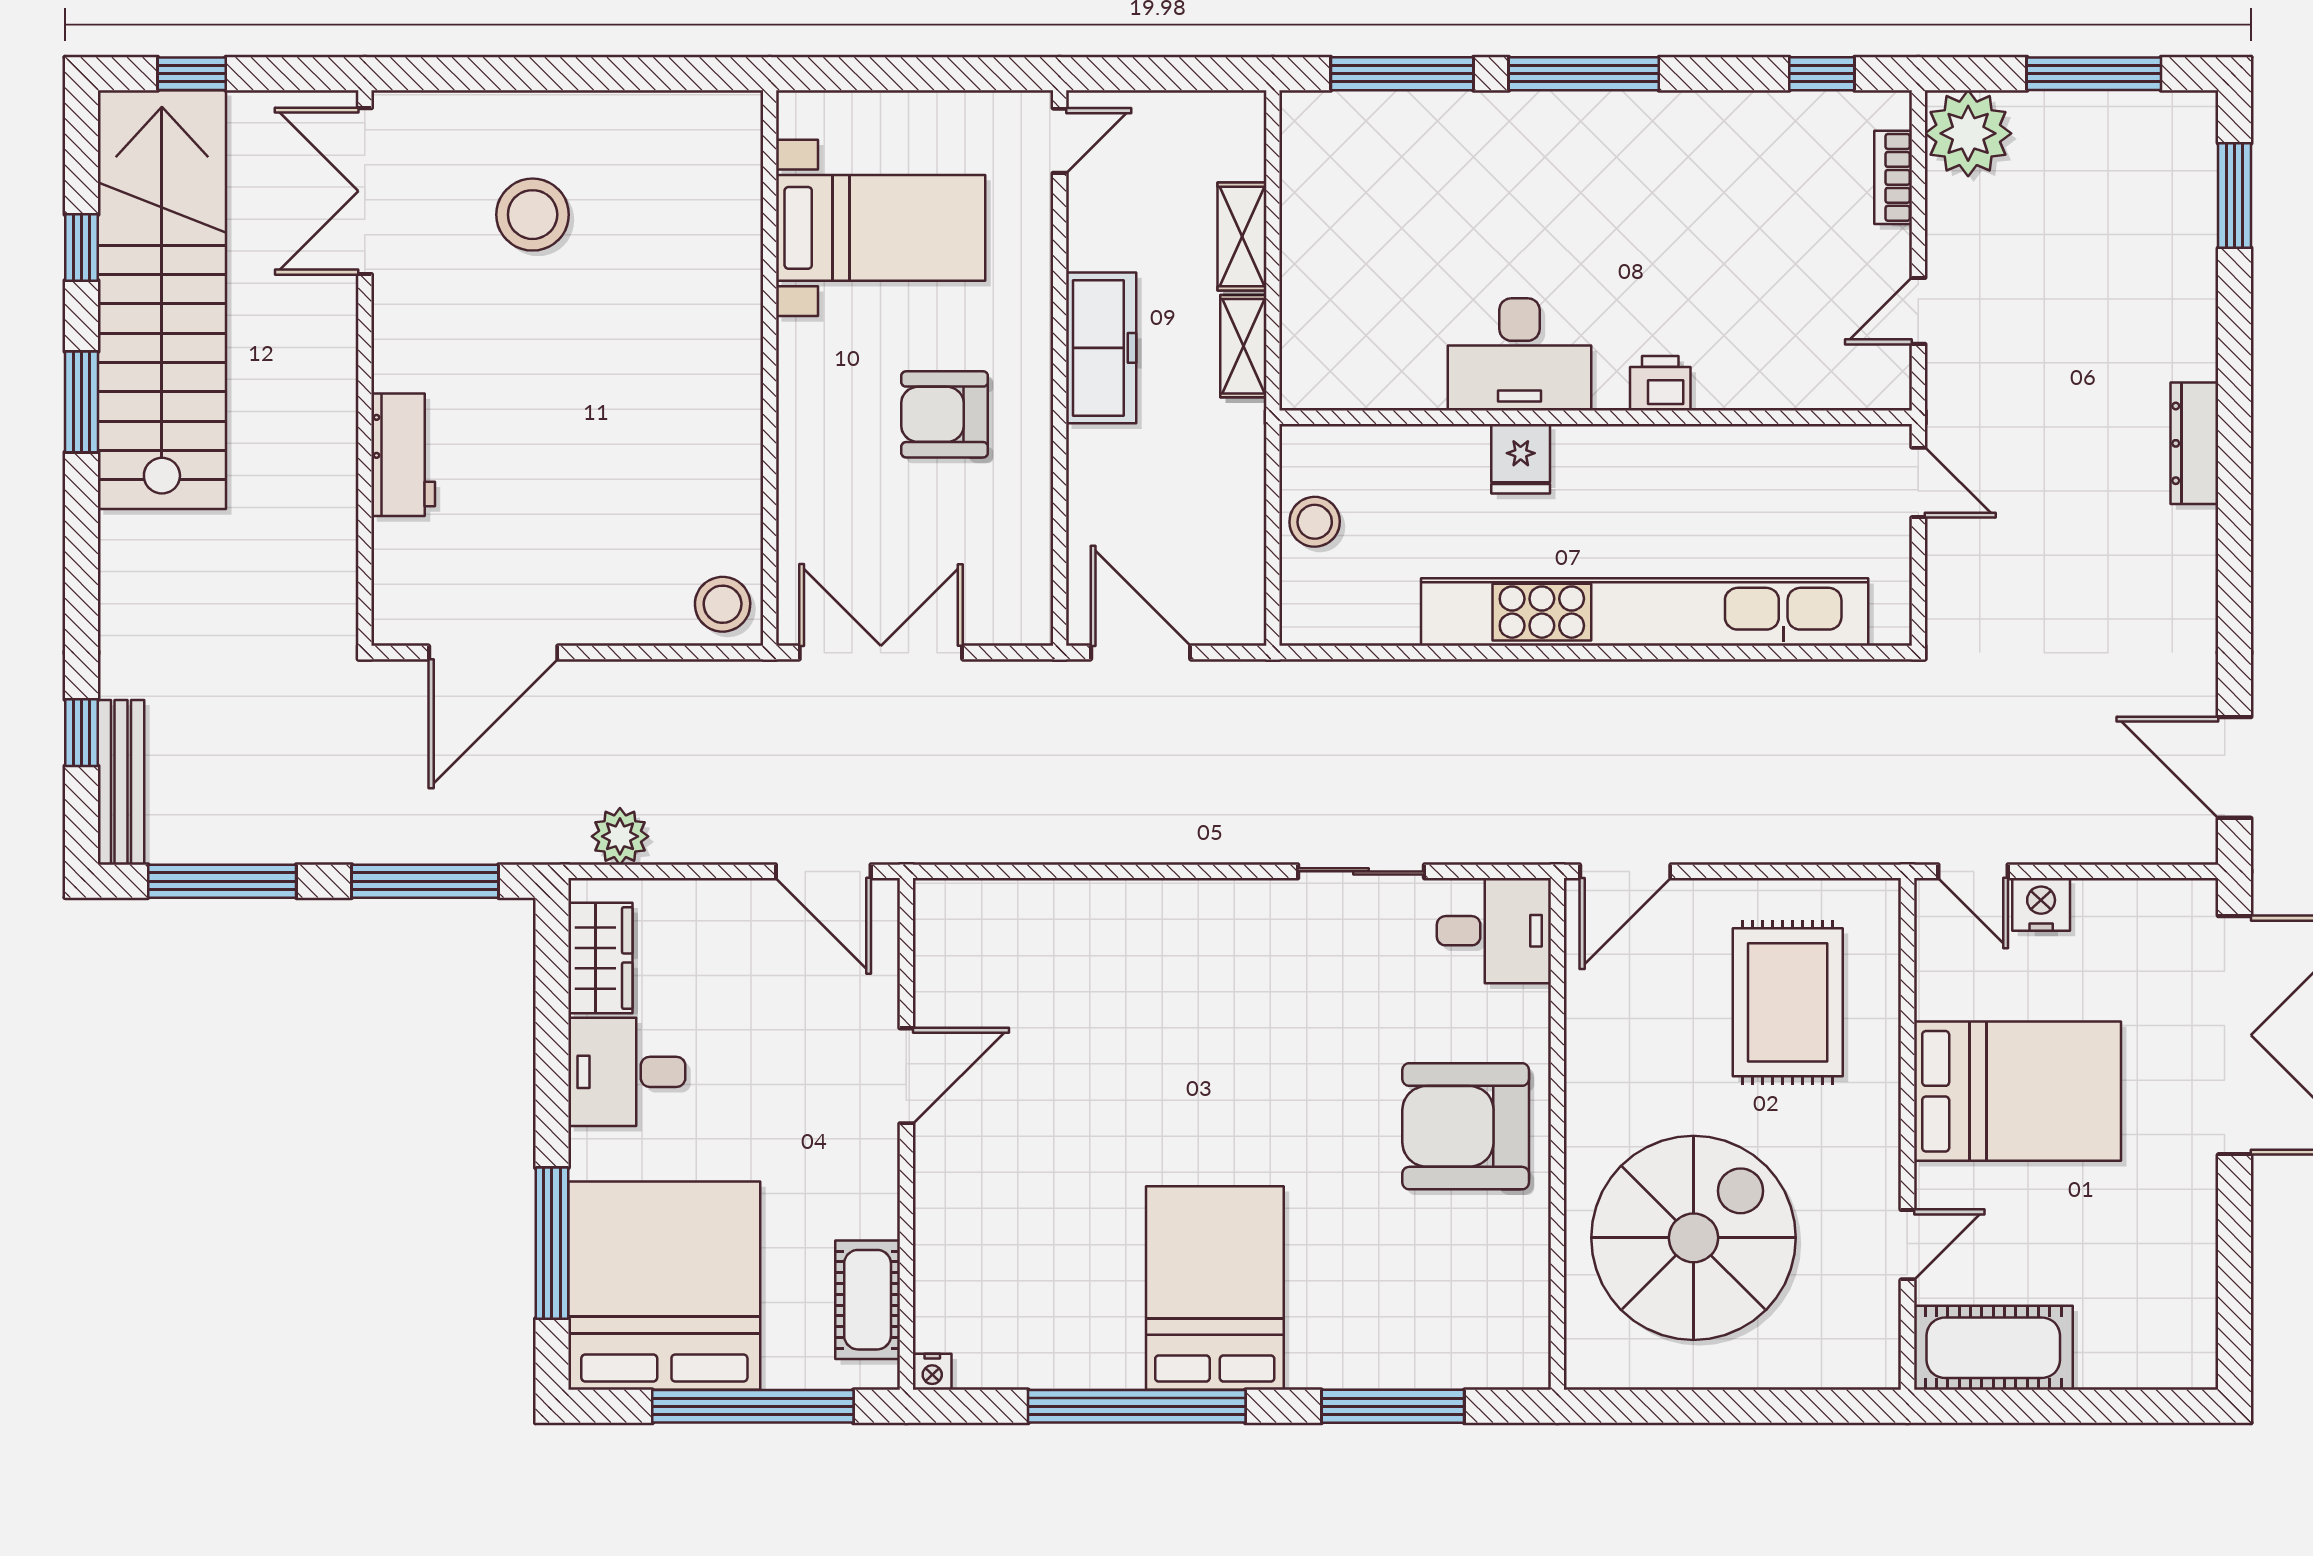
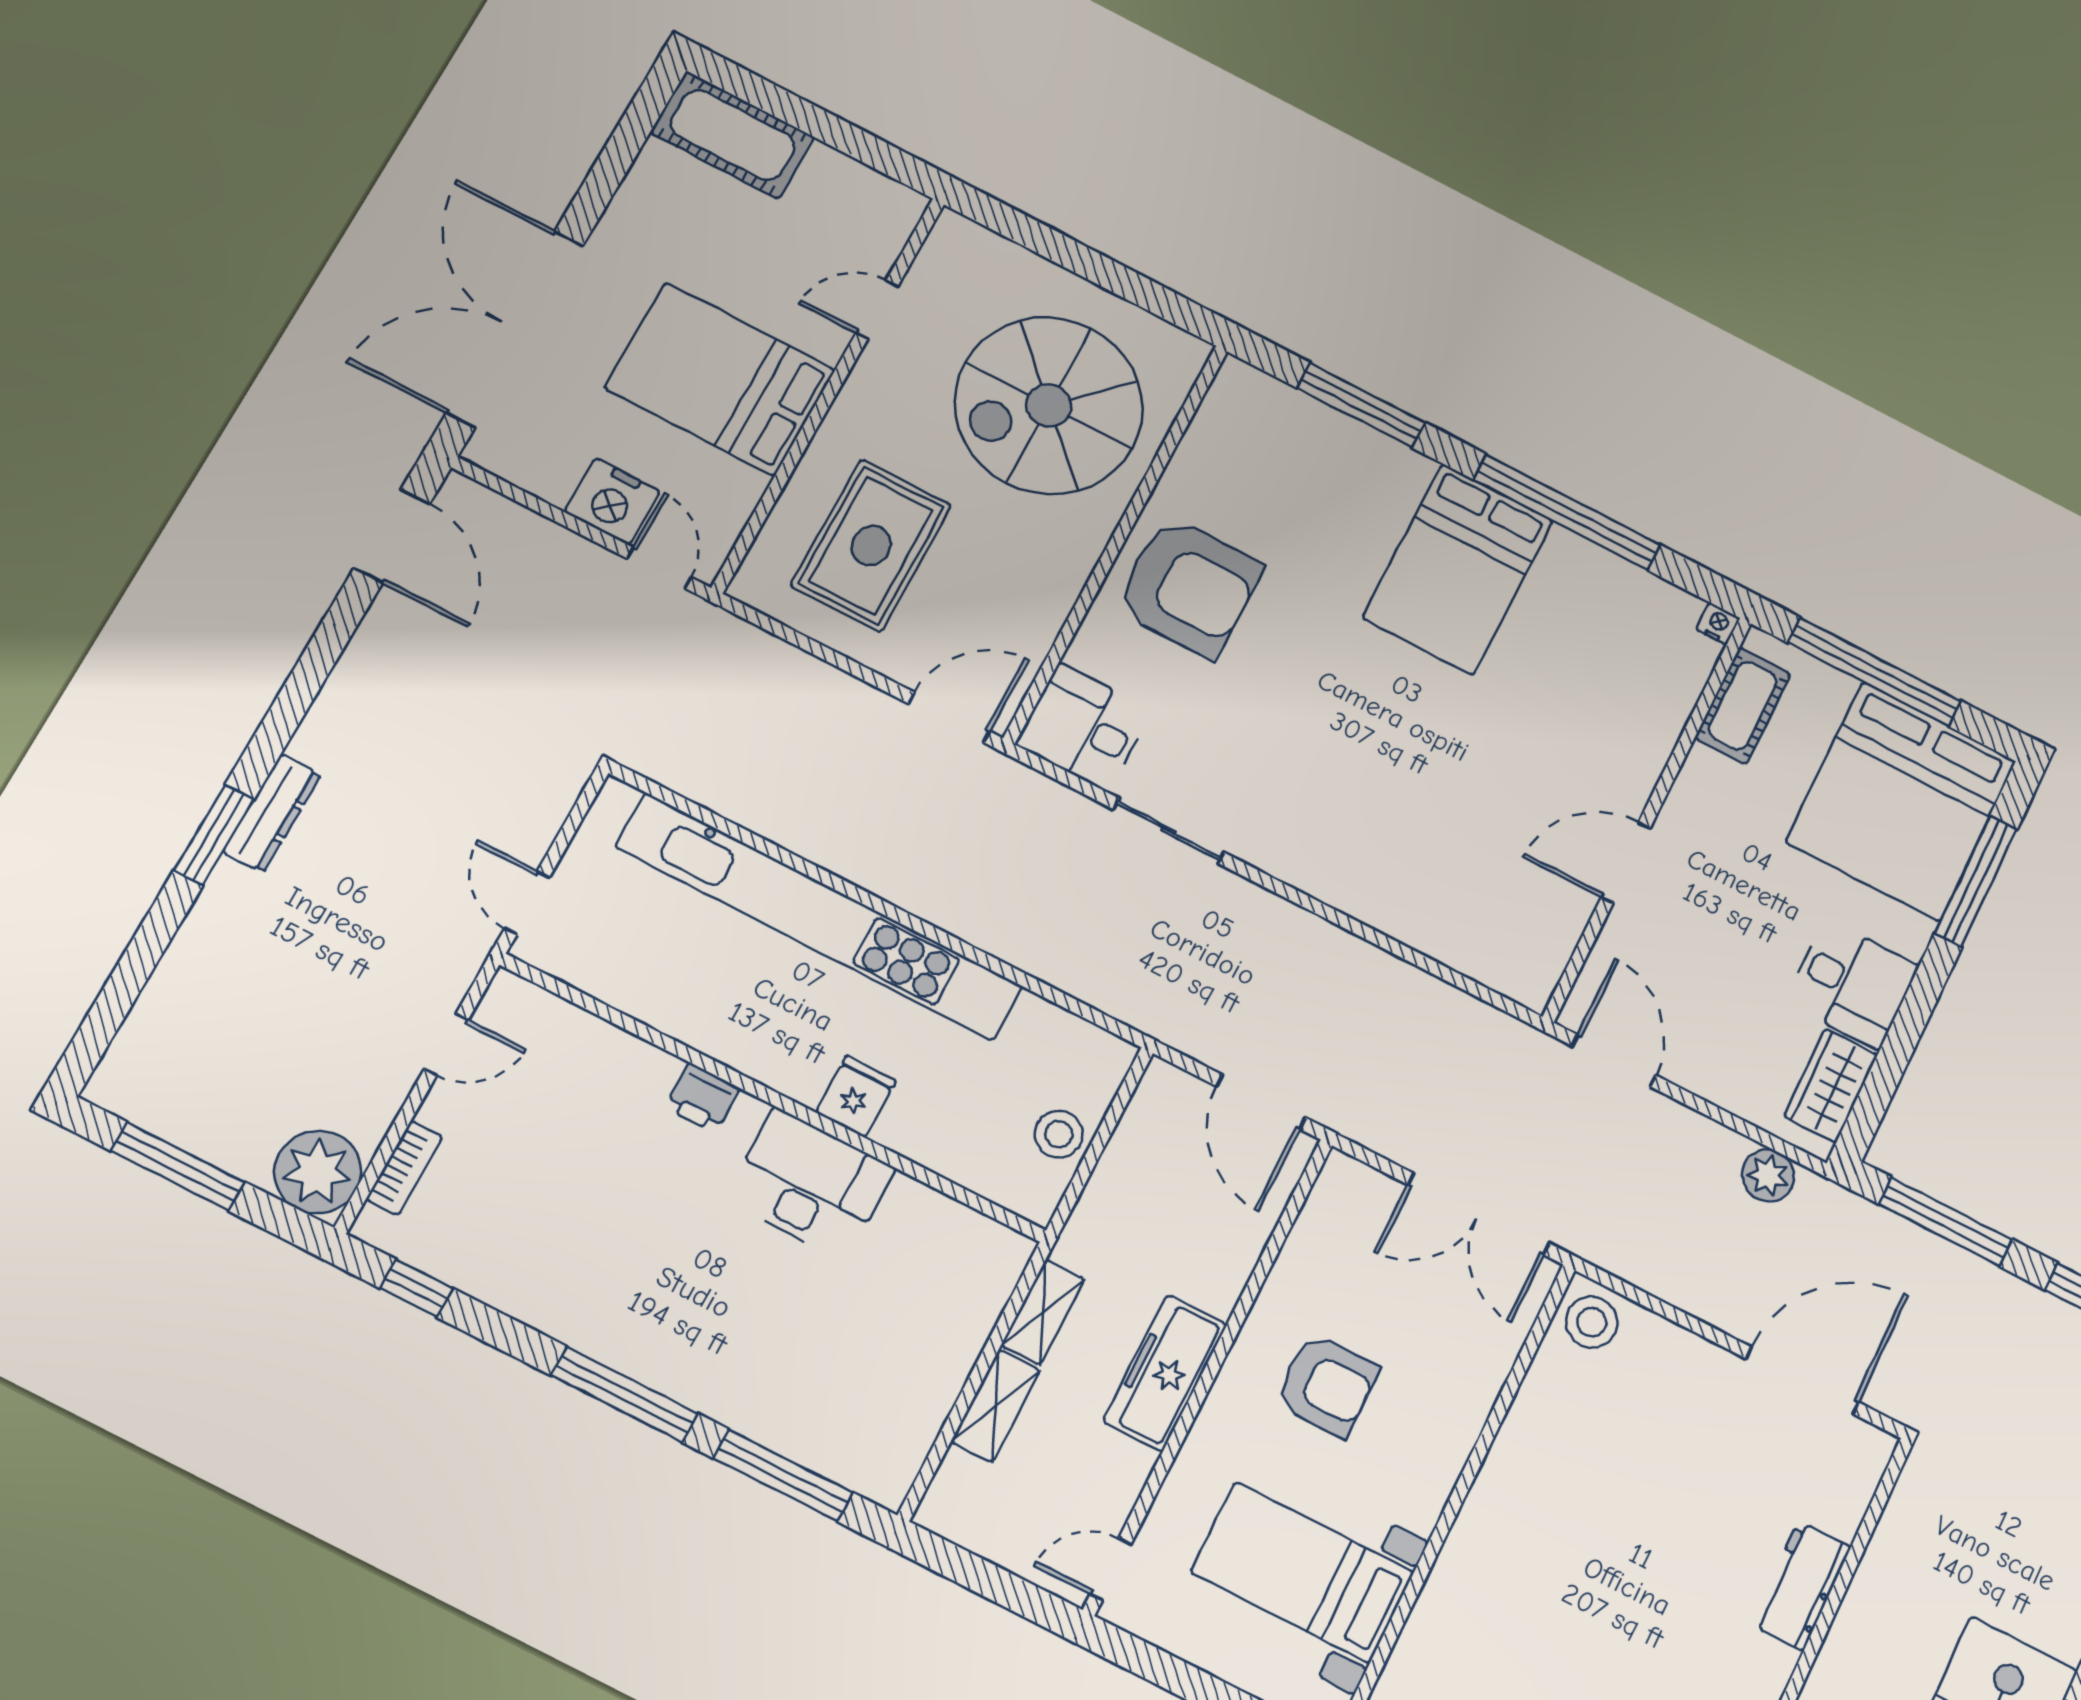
window: (2235, 196) -> (214, 835), moved
nightstand: (2041, 904) -> (612, 502), width x1.36, depth x1.33
cot: (1993, 1348) -> (732, 135), moved

